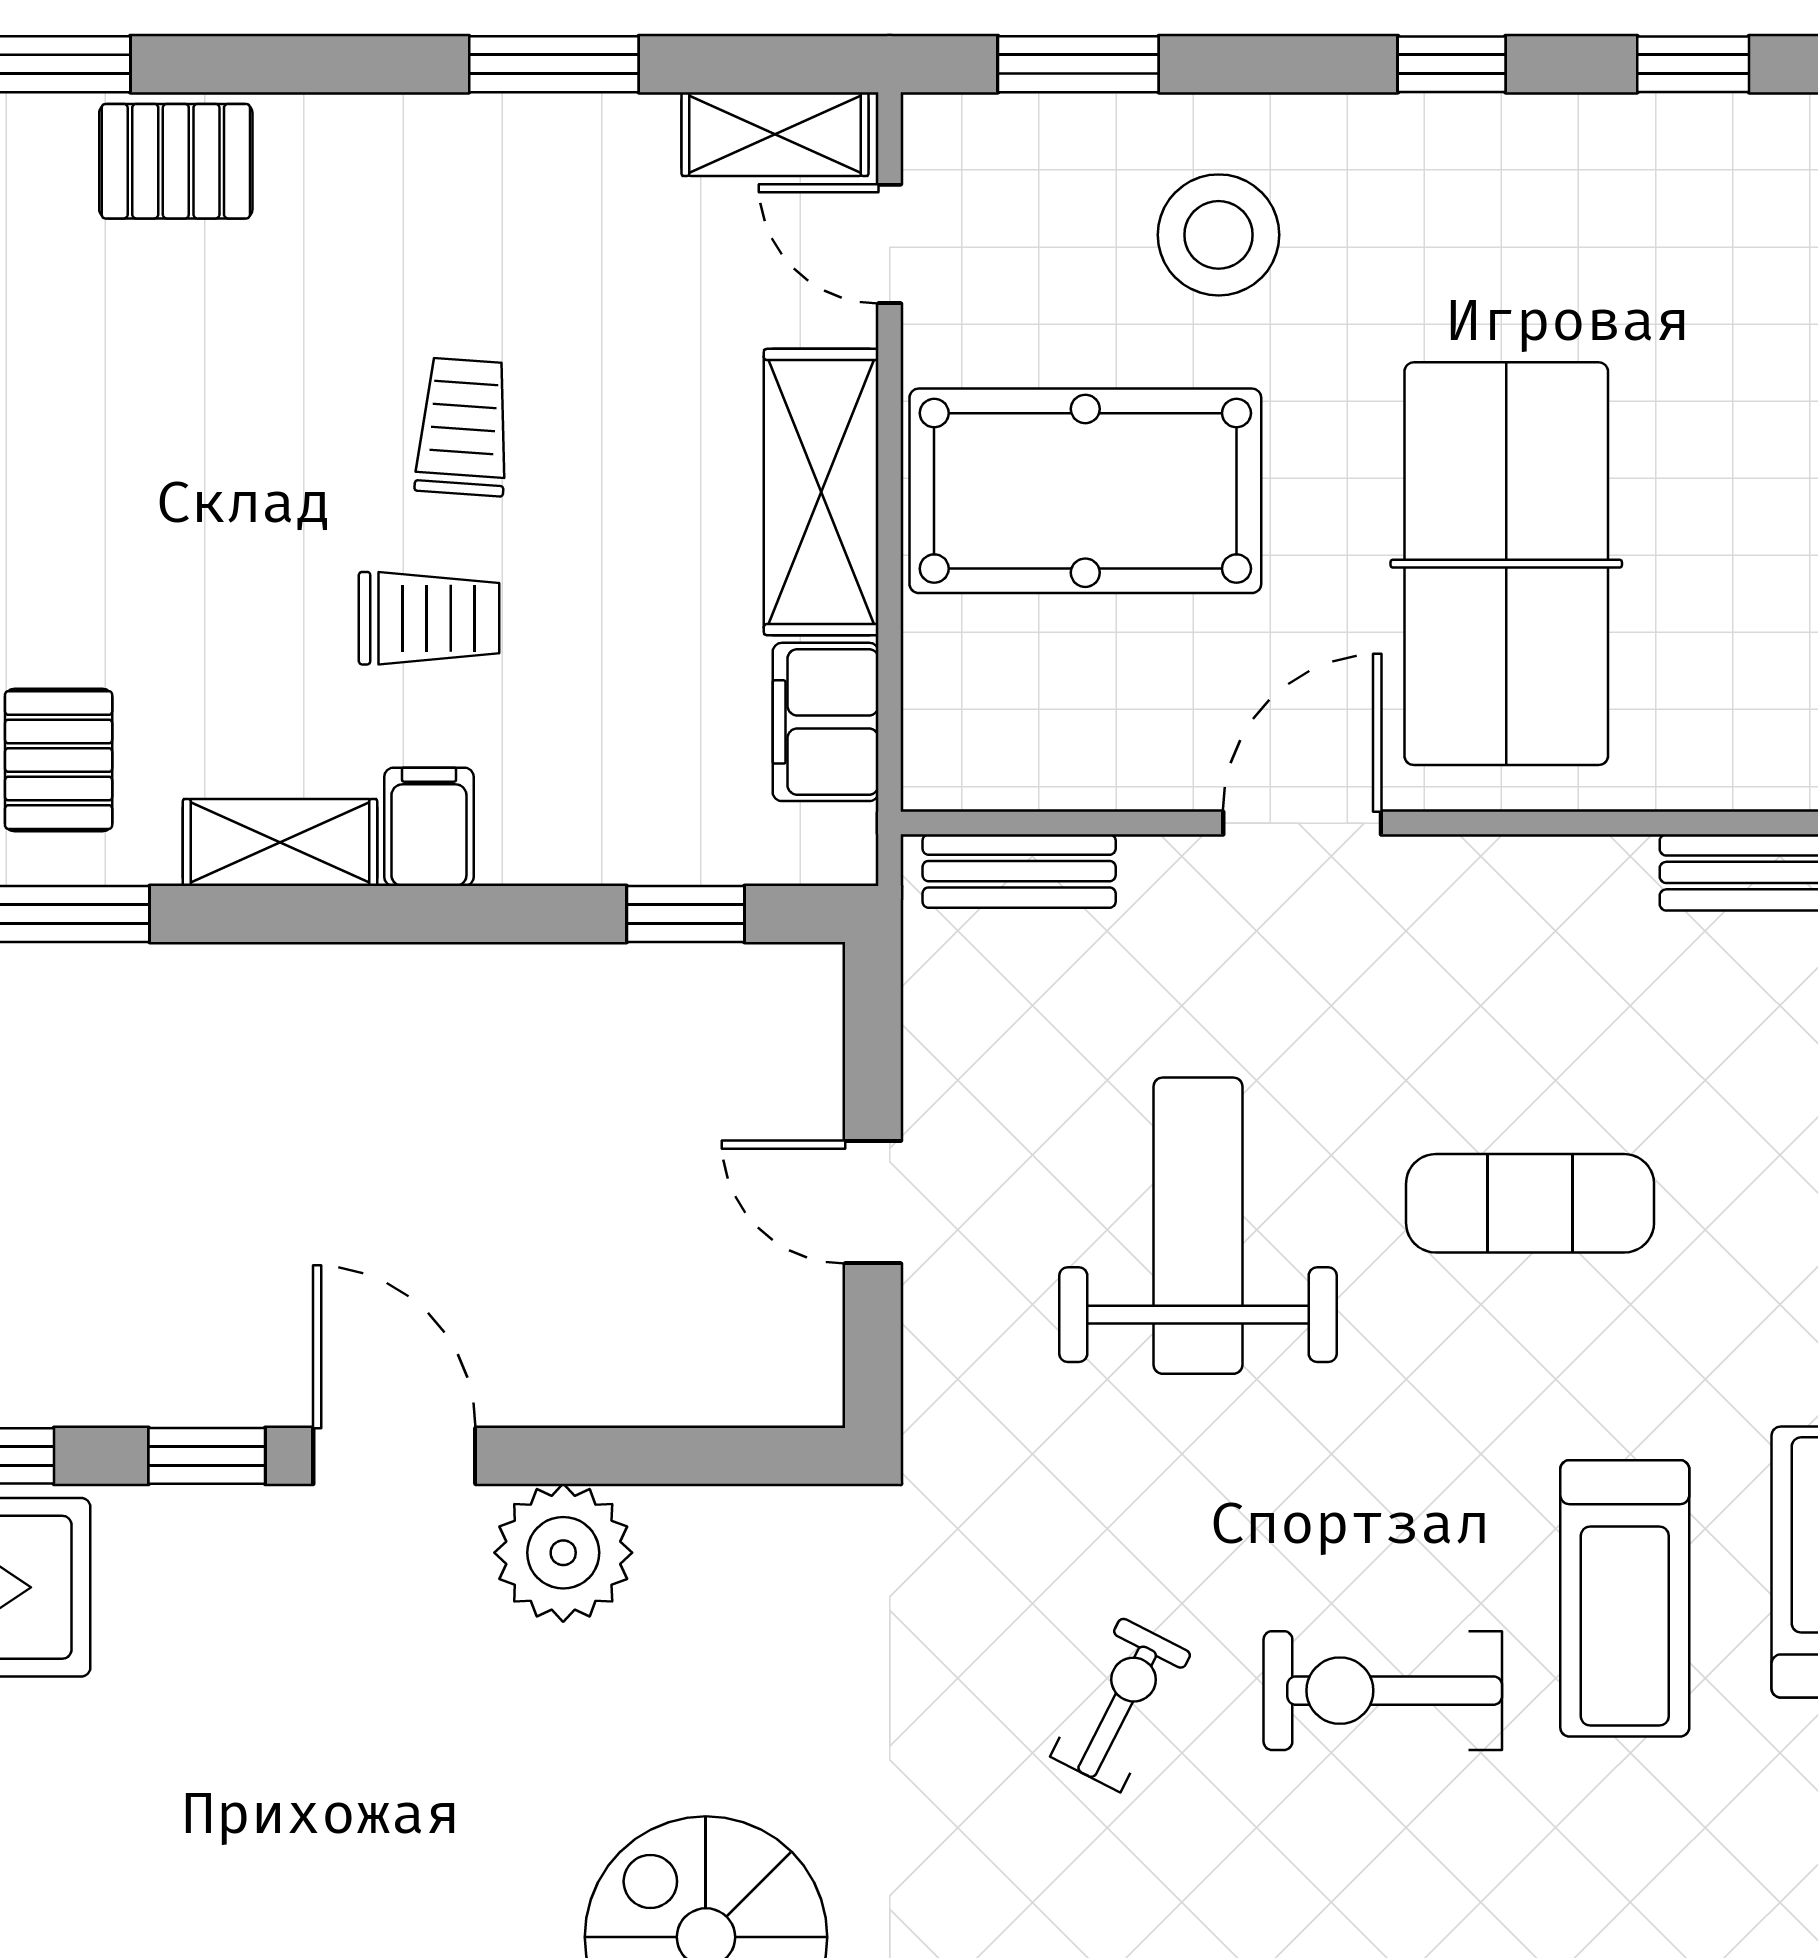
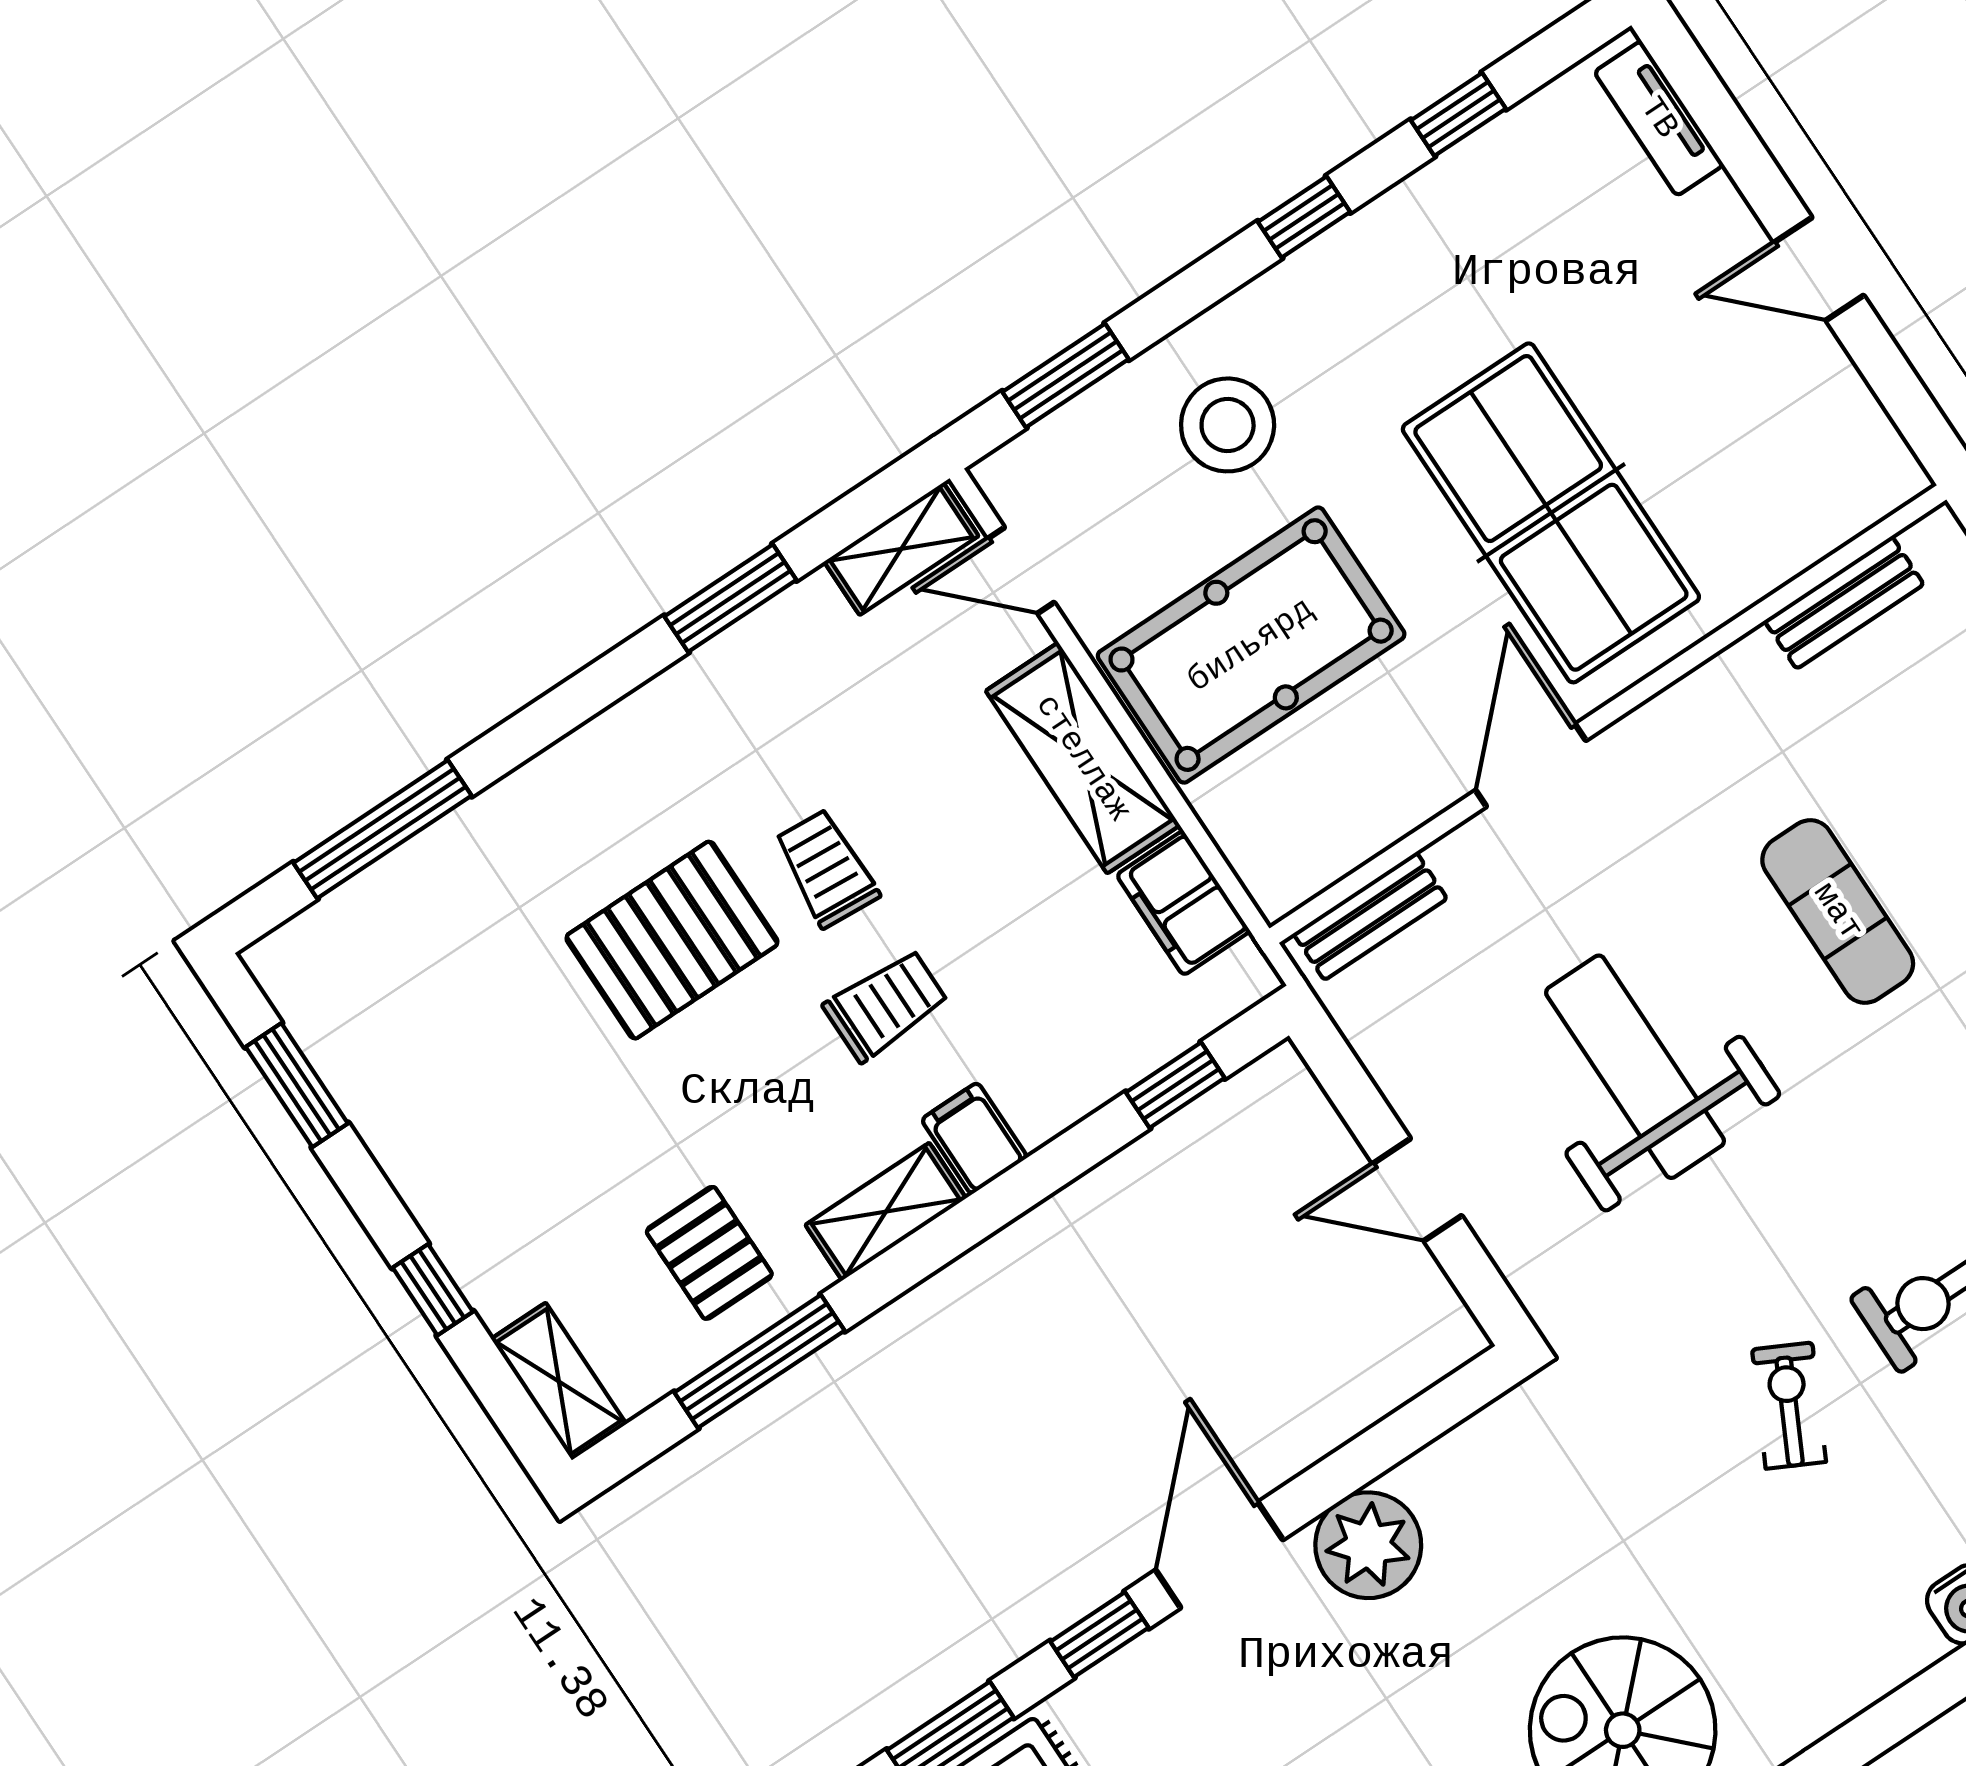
pallet: (176, 161) -> (672, 940), moved, width x1.50, depth x1.42
exercise mat: (1530, 1203) -> (1838, 912), turned 90
door: (394, 1456) -> (1219, 1555), hinge flipped

